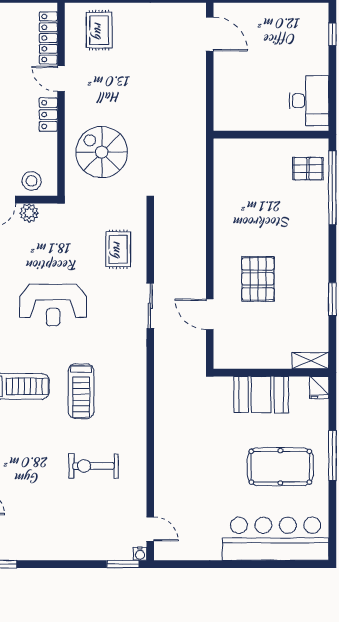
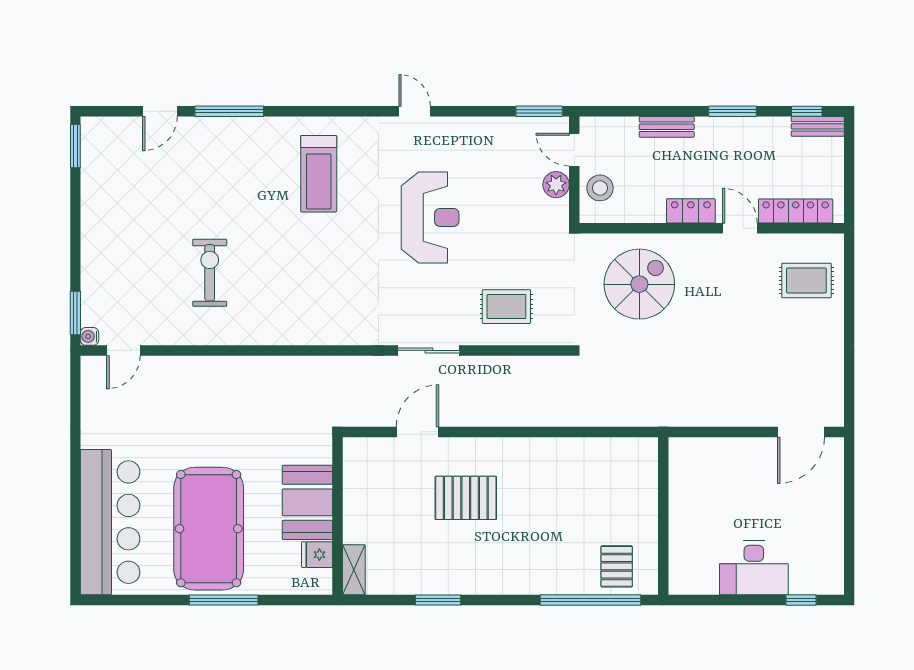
door: (61, 79) -> (740, 228), hinge flipped
desk: (309, 101) -> (754, 568), moved
reception desk: (53, 305) -> (430, 217), turned 180
fridge: (319, 388) -> (317, 555), moved
treadmill: (81, 391) -> (312, 256), removed
pool table: (280, 467) -> (209, 529), width x1.36, depth x1.32

